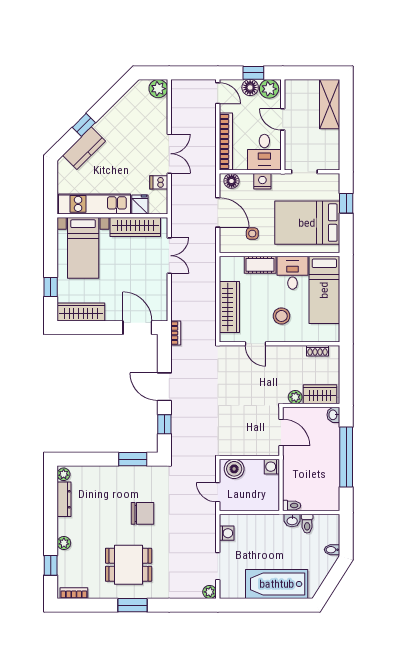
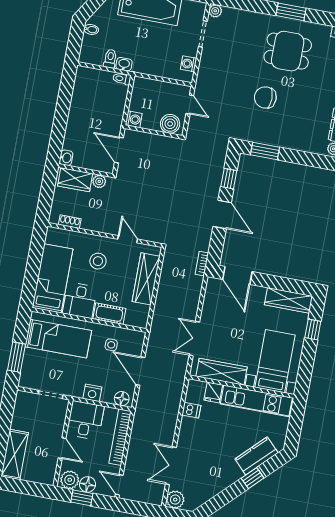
double door: (169, 154) -> (171, 466), moved
window: (346, 203) -> (17, 357), width x1.50
bed: (307, 223) -> (58, 339), width x0.67
window: (346, 457) -> (61, 115), removed

